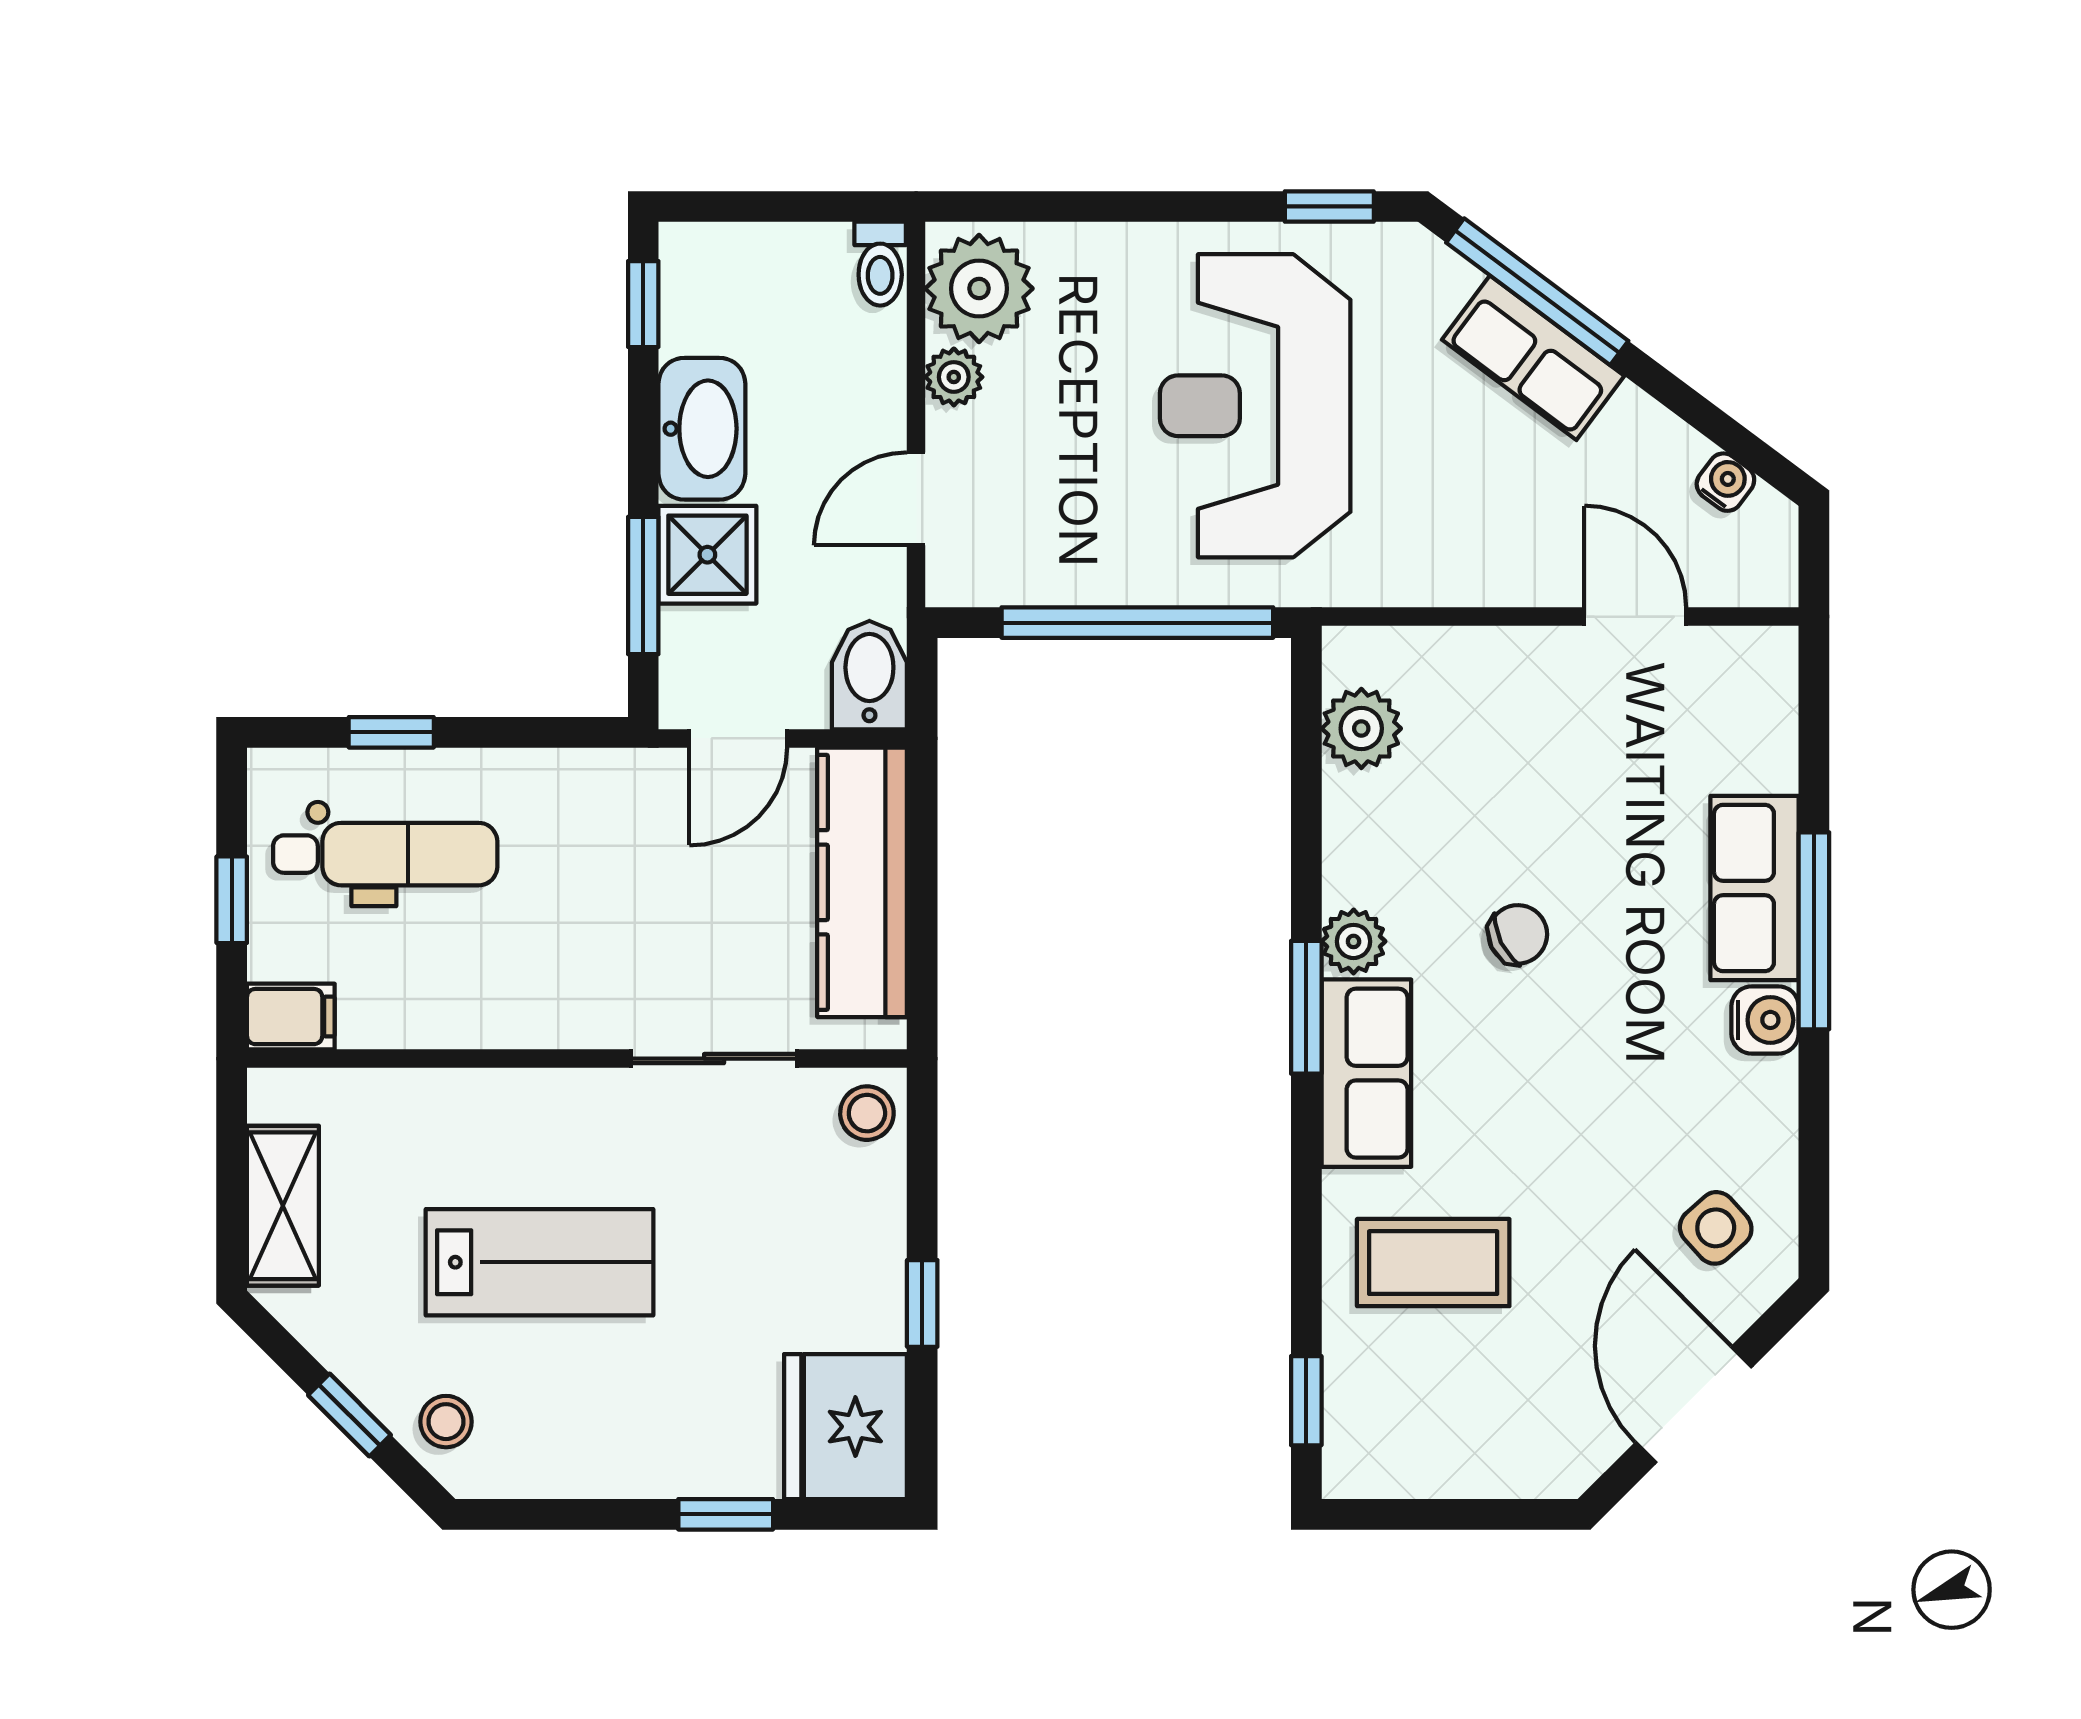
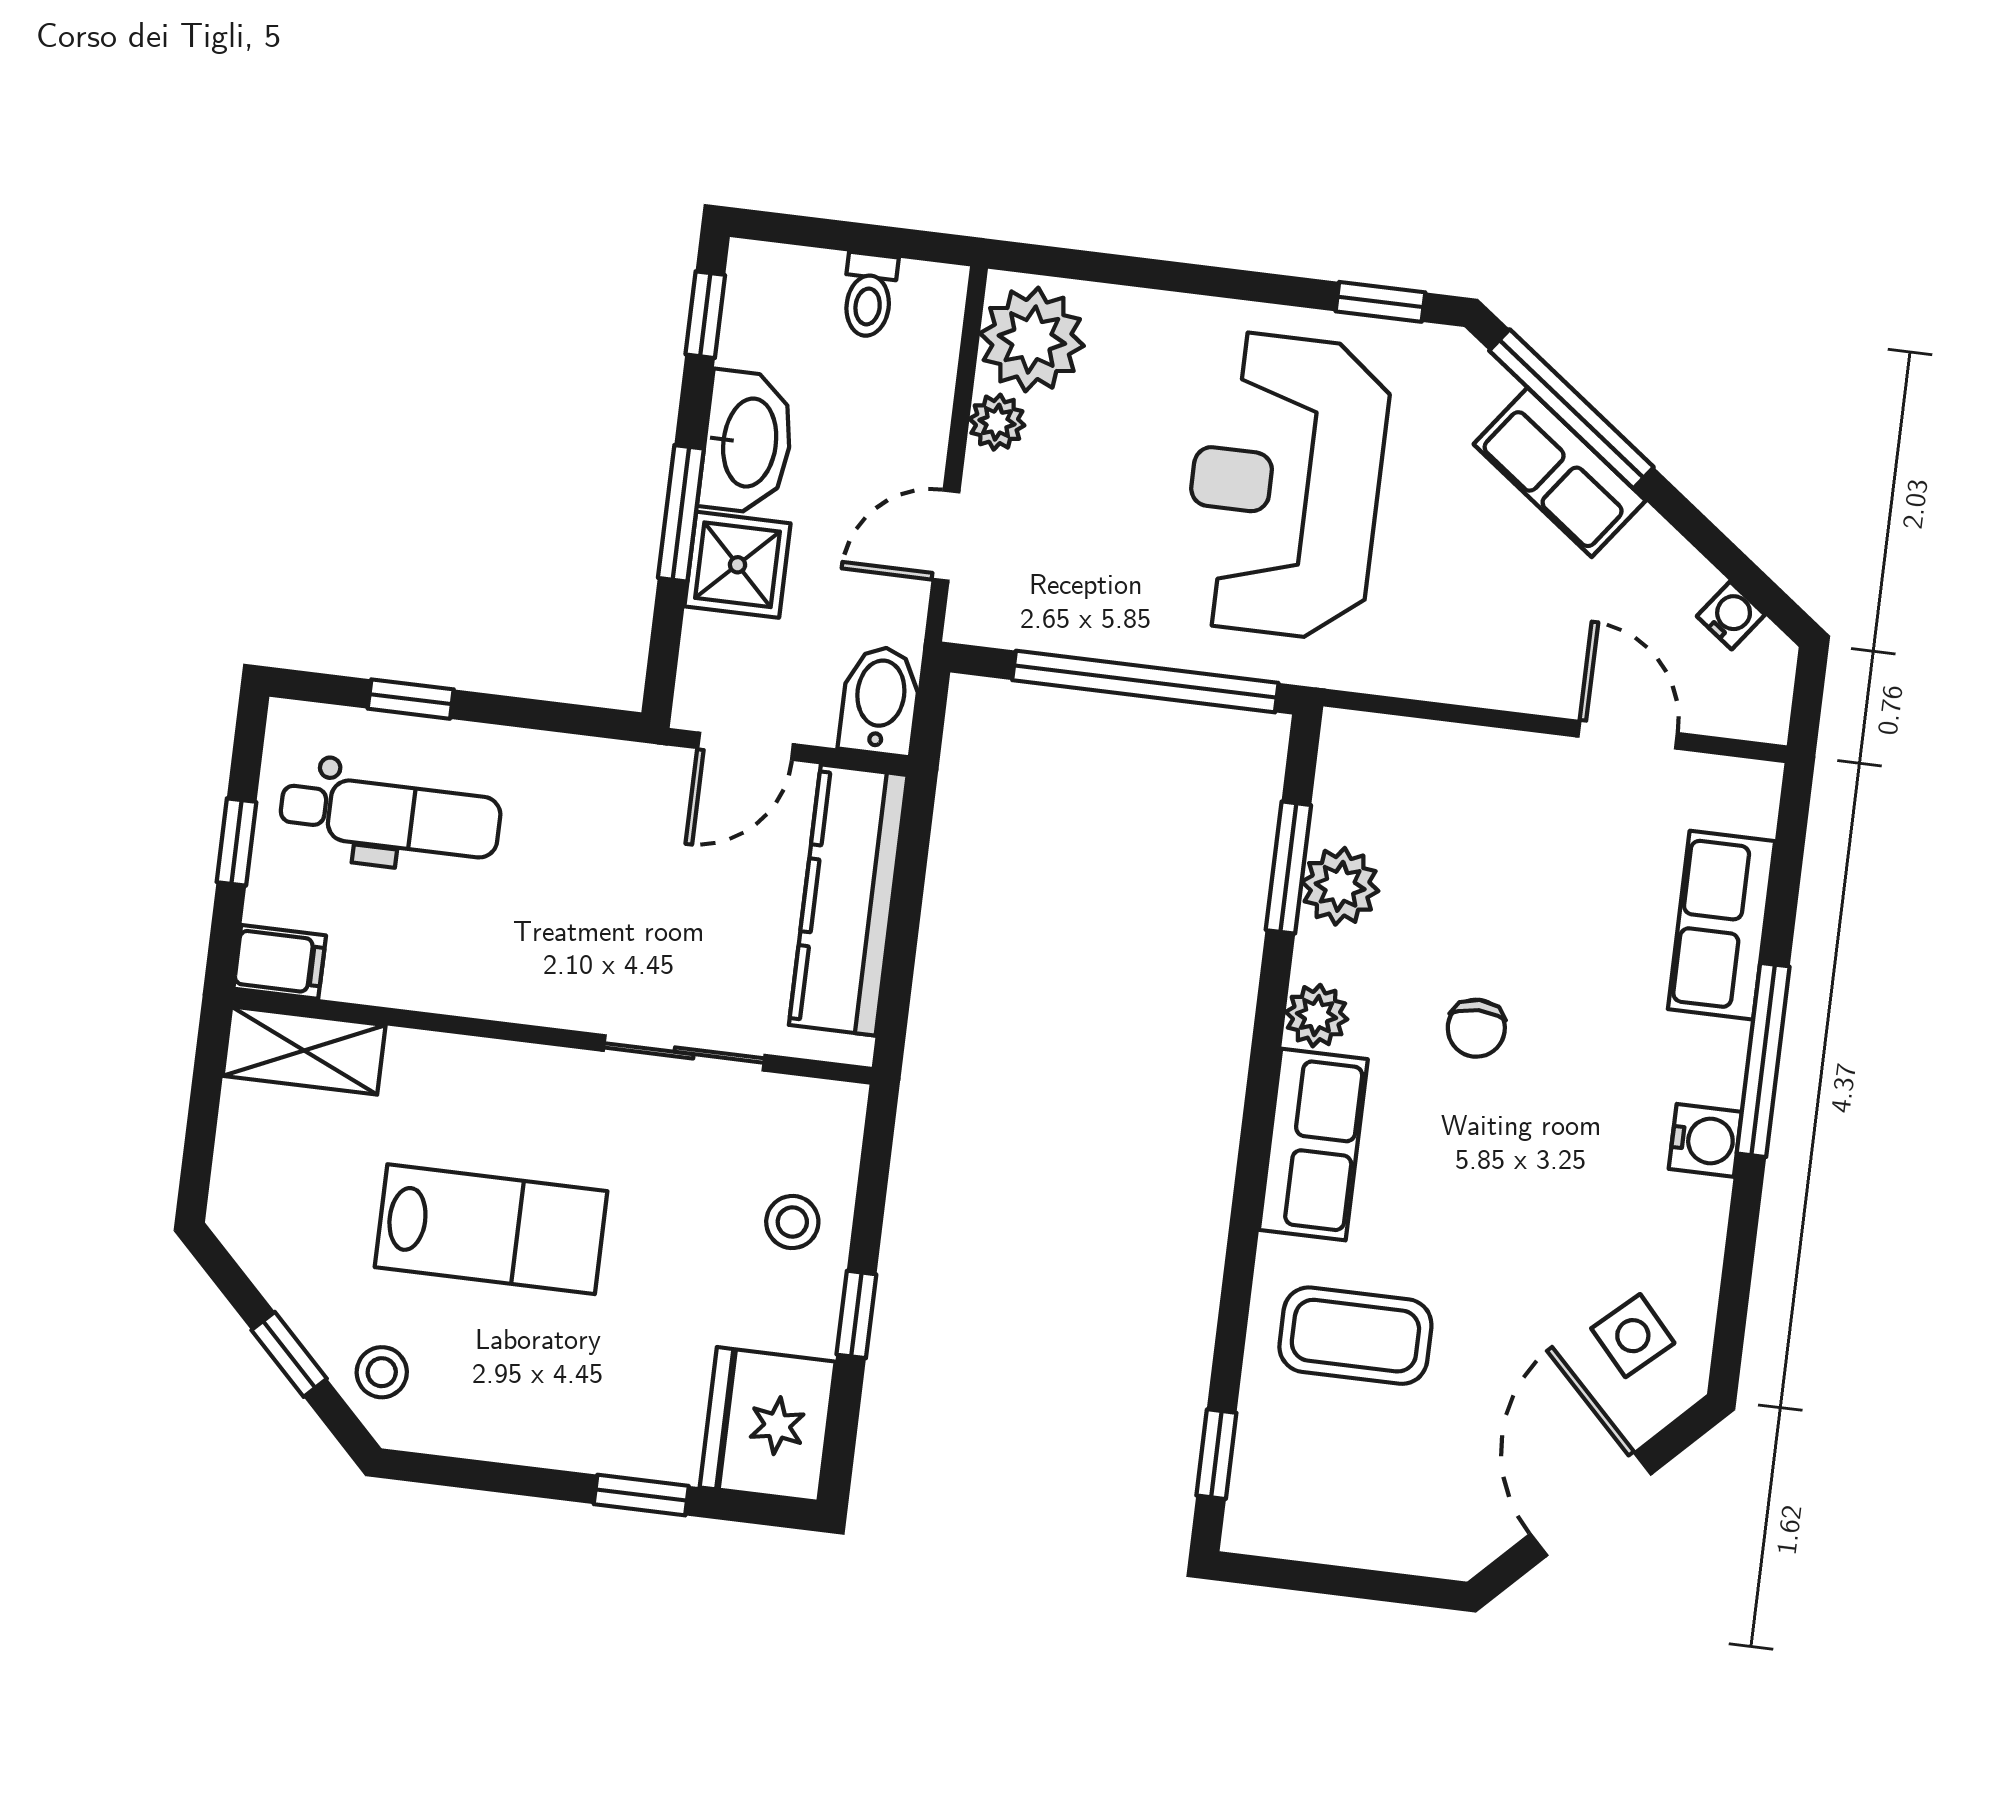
toilet: (880, 264) -> (869, 295), moved
window: (643, 585) -> (681, 513), moved
plant: (1361, 728) -> (1340, 886), moved
row of seats: (1755, 888) -> (1721, 925), moved
chair: (1518, 934) -> (1476, 1028), turned 116
window: (1306, 1007) -> (1288, 868), moved
stool: (867, 1113) -> (792, 1222), moved
shelving: (283, 1206) -> (304, 1051), moved, turned 90

